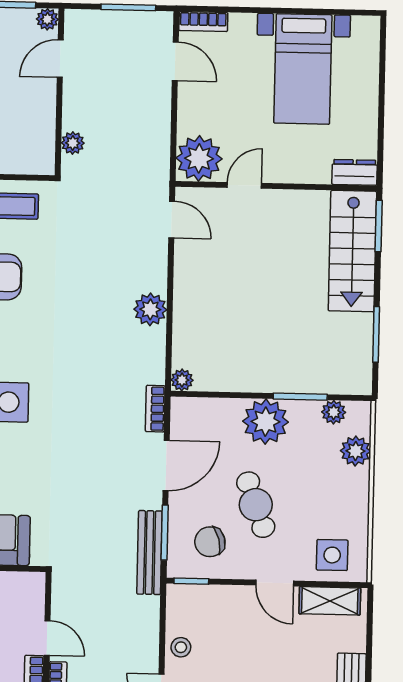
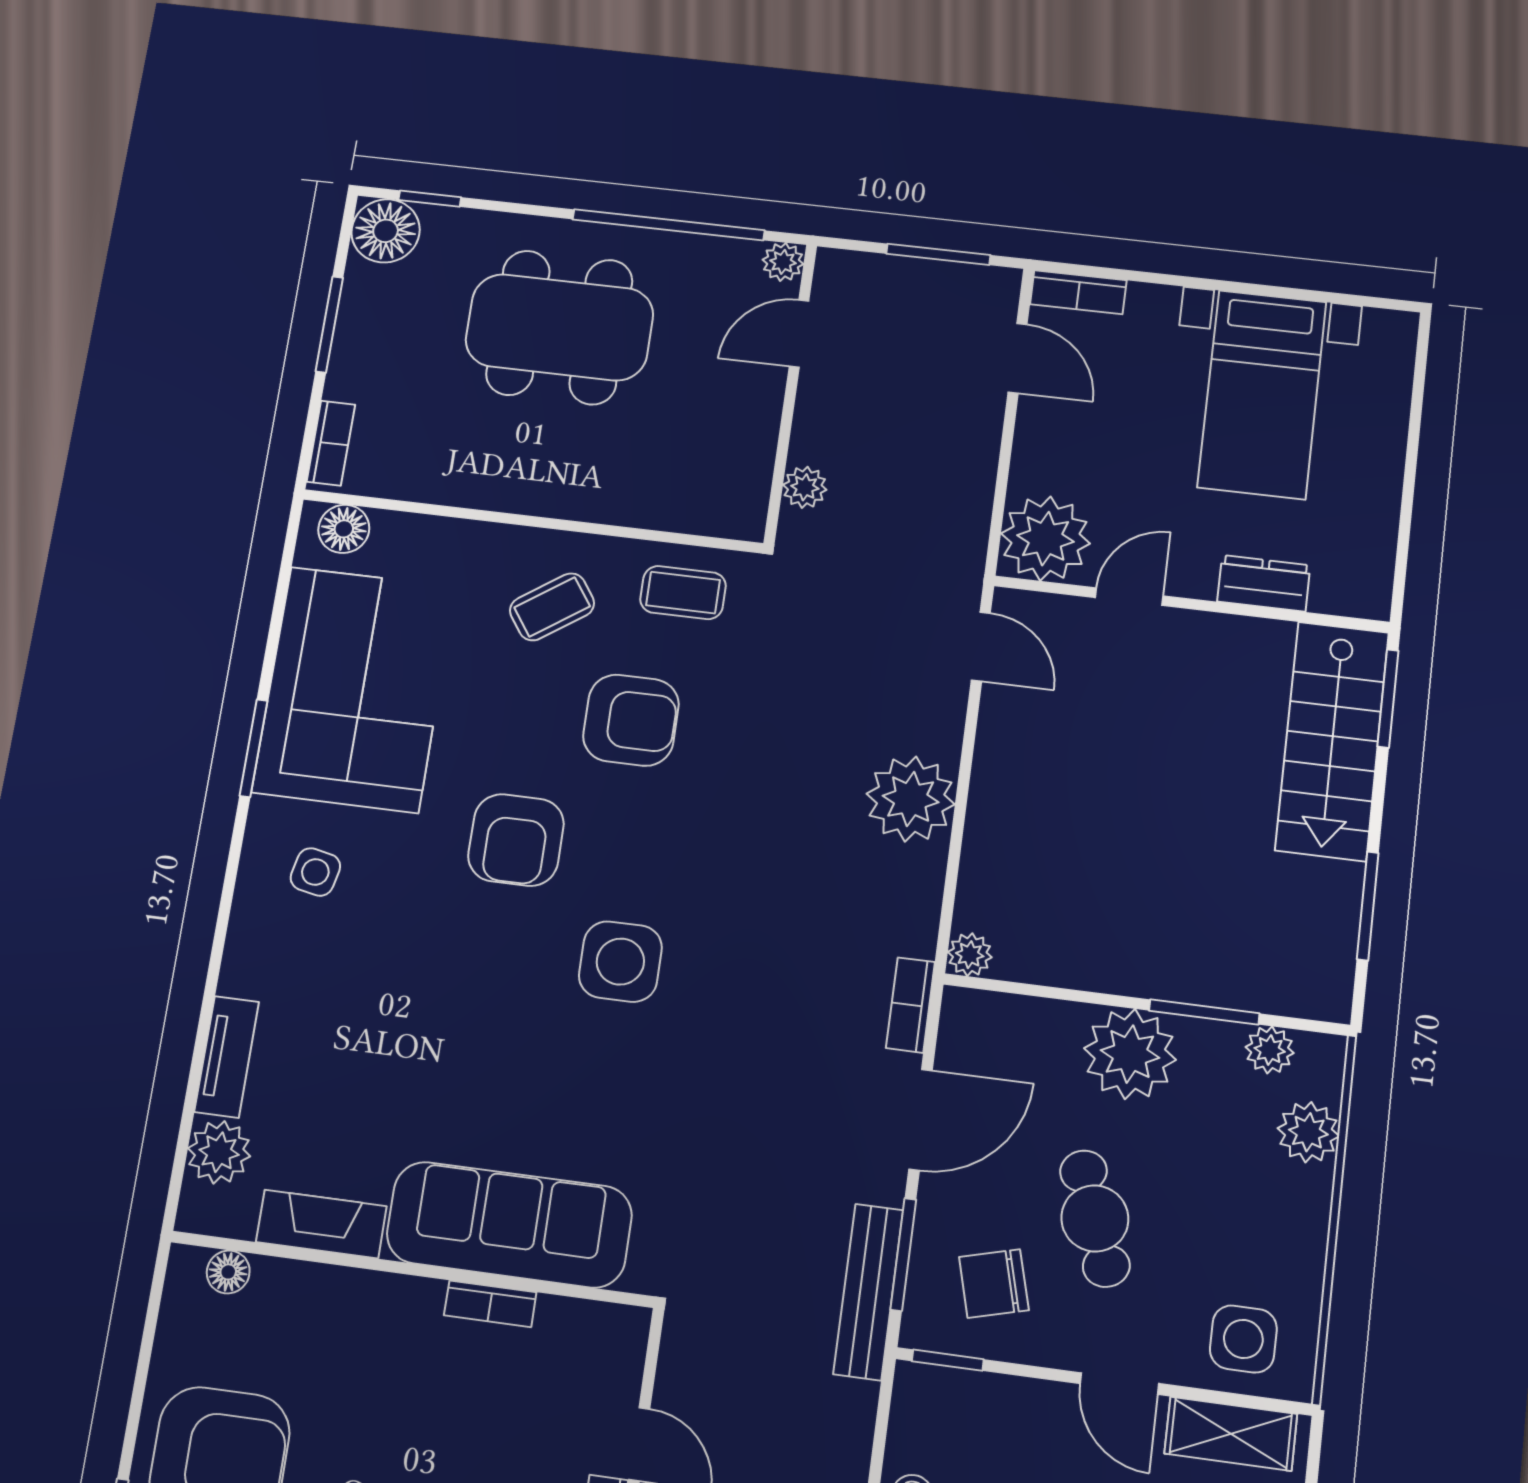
dresser: (355, 172) -> (1264, 583), moved
plant: (150, 309) -> (911, 799), width x1.36, depth x1.36

